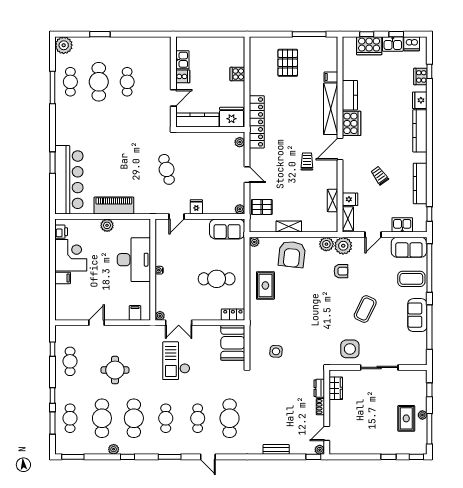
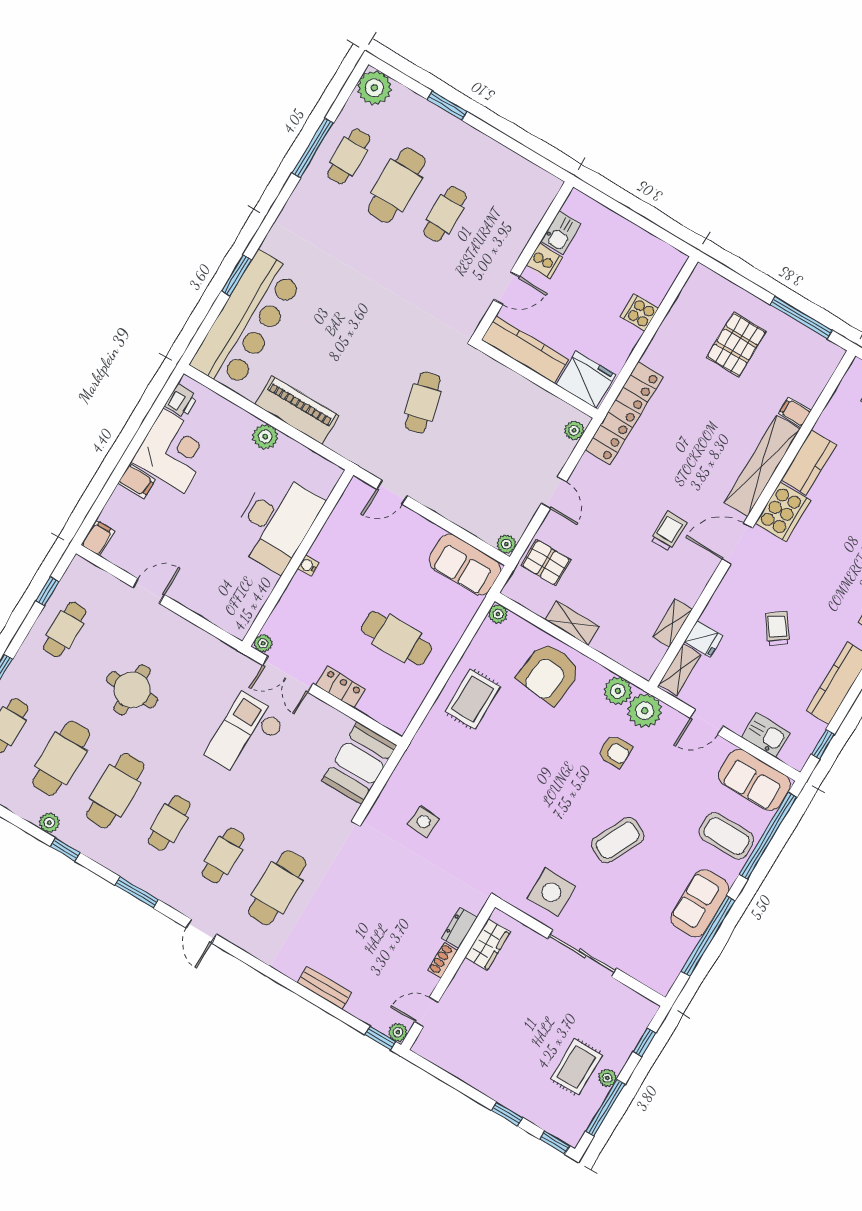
fridge: (196, 207) -> (435, 496), removed
filing cabinet: (135, 313) -> (98, 538), moved
locker: (233, 315) -> (341, 687), moved

